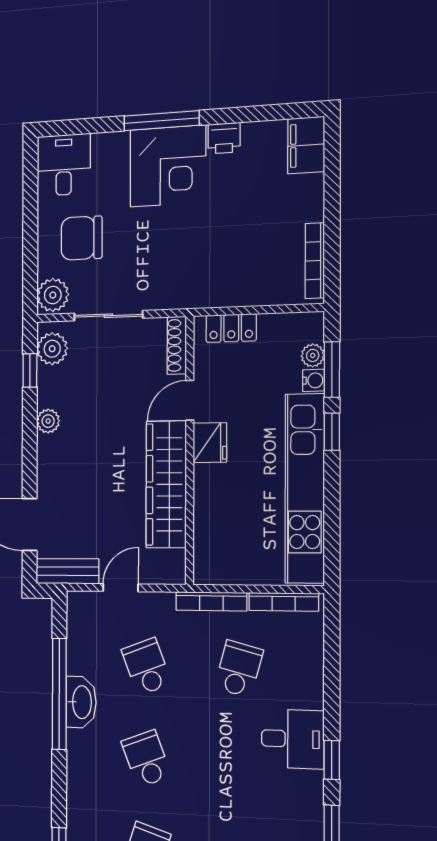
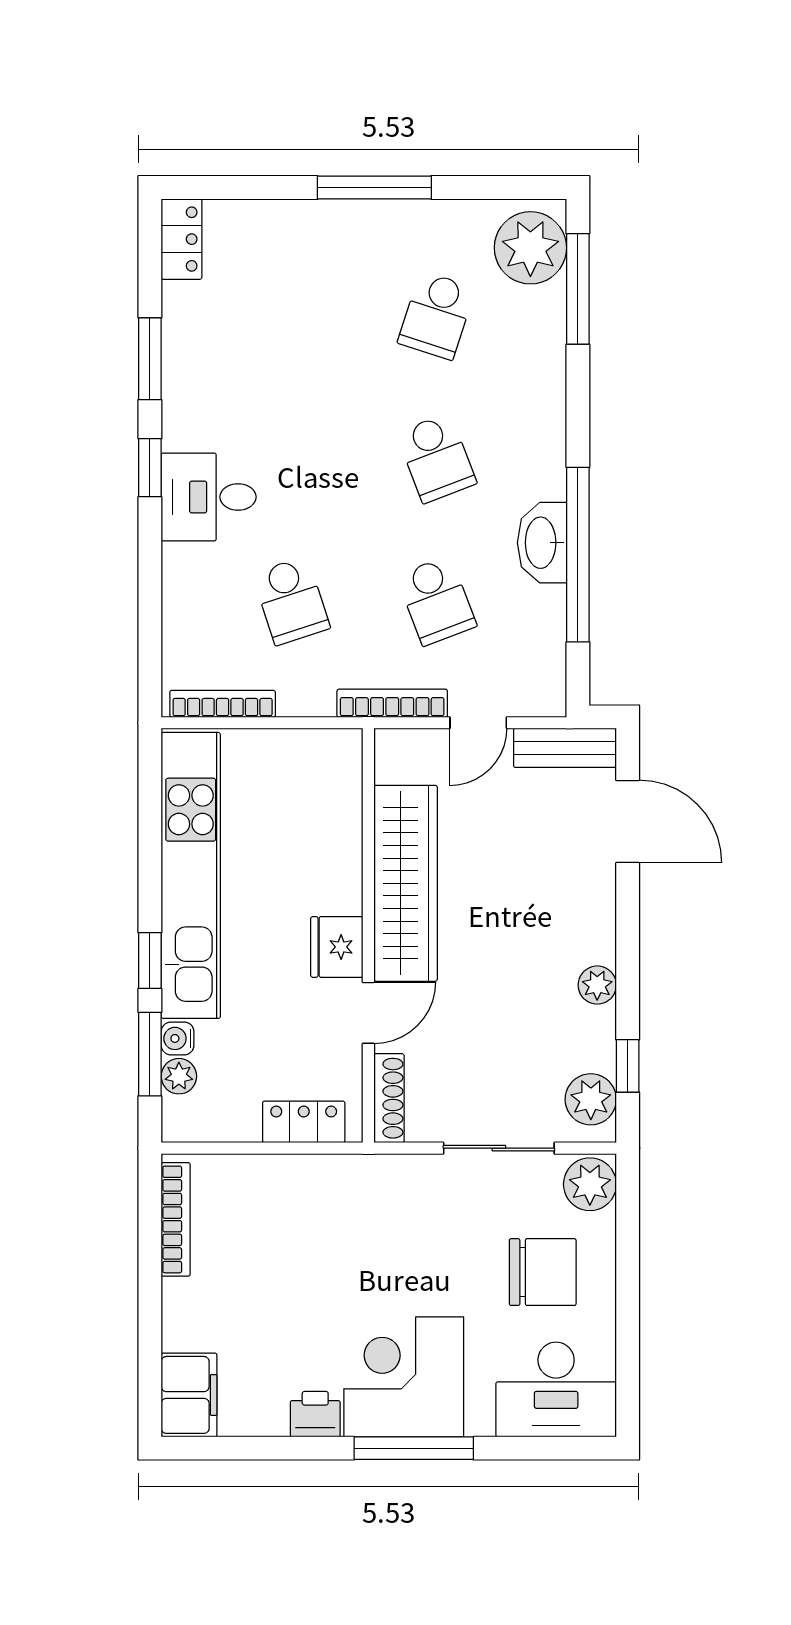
desk: (64, 165) -> (556, 1389), width x1.37
bookcase: (211, 601) -> (392, 703), moved
school desk: (239, 669) -> (291, 601), turned -33

